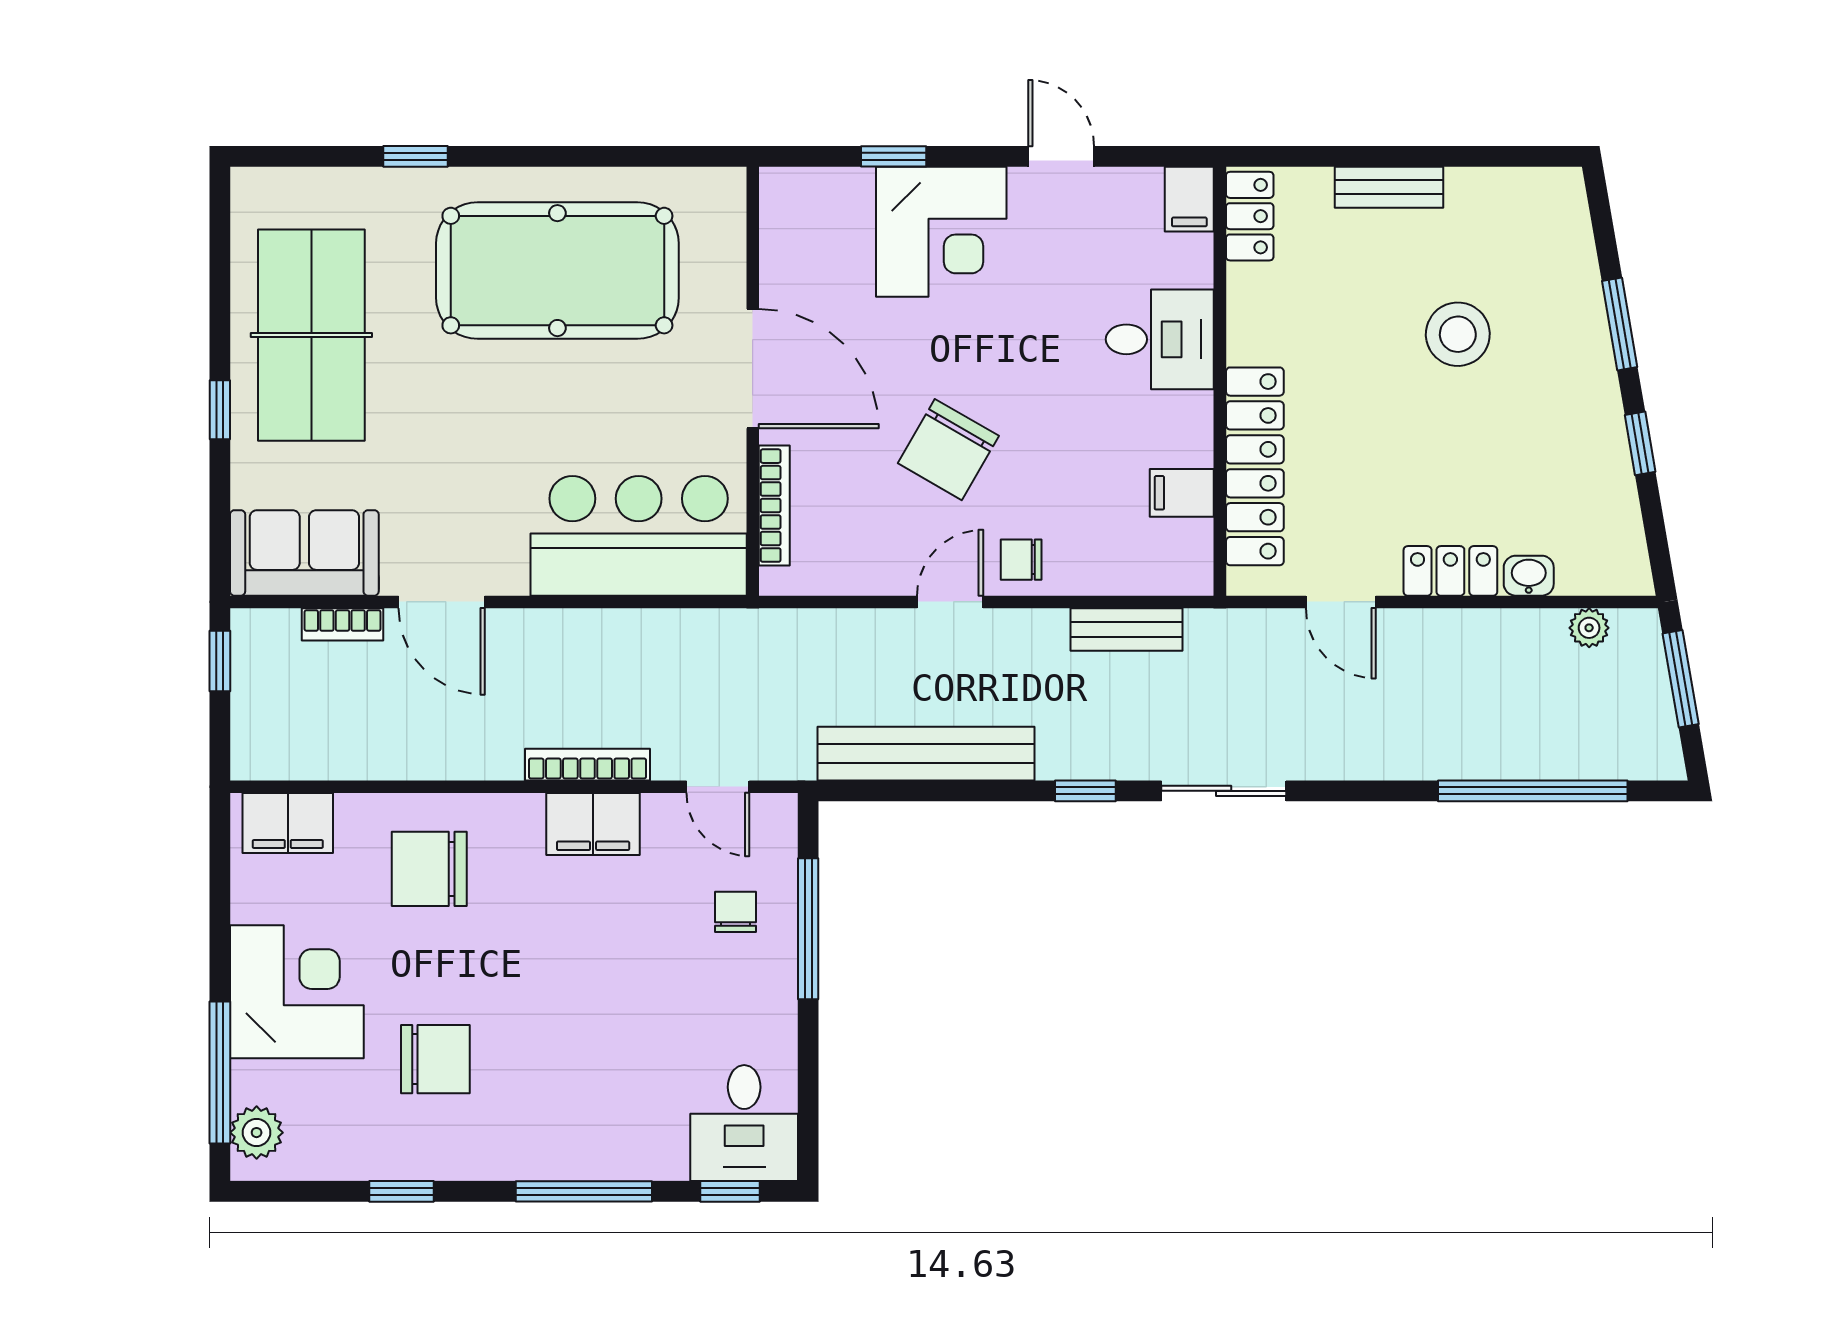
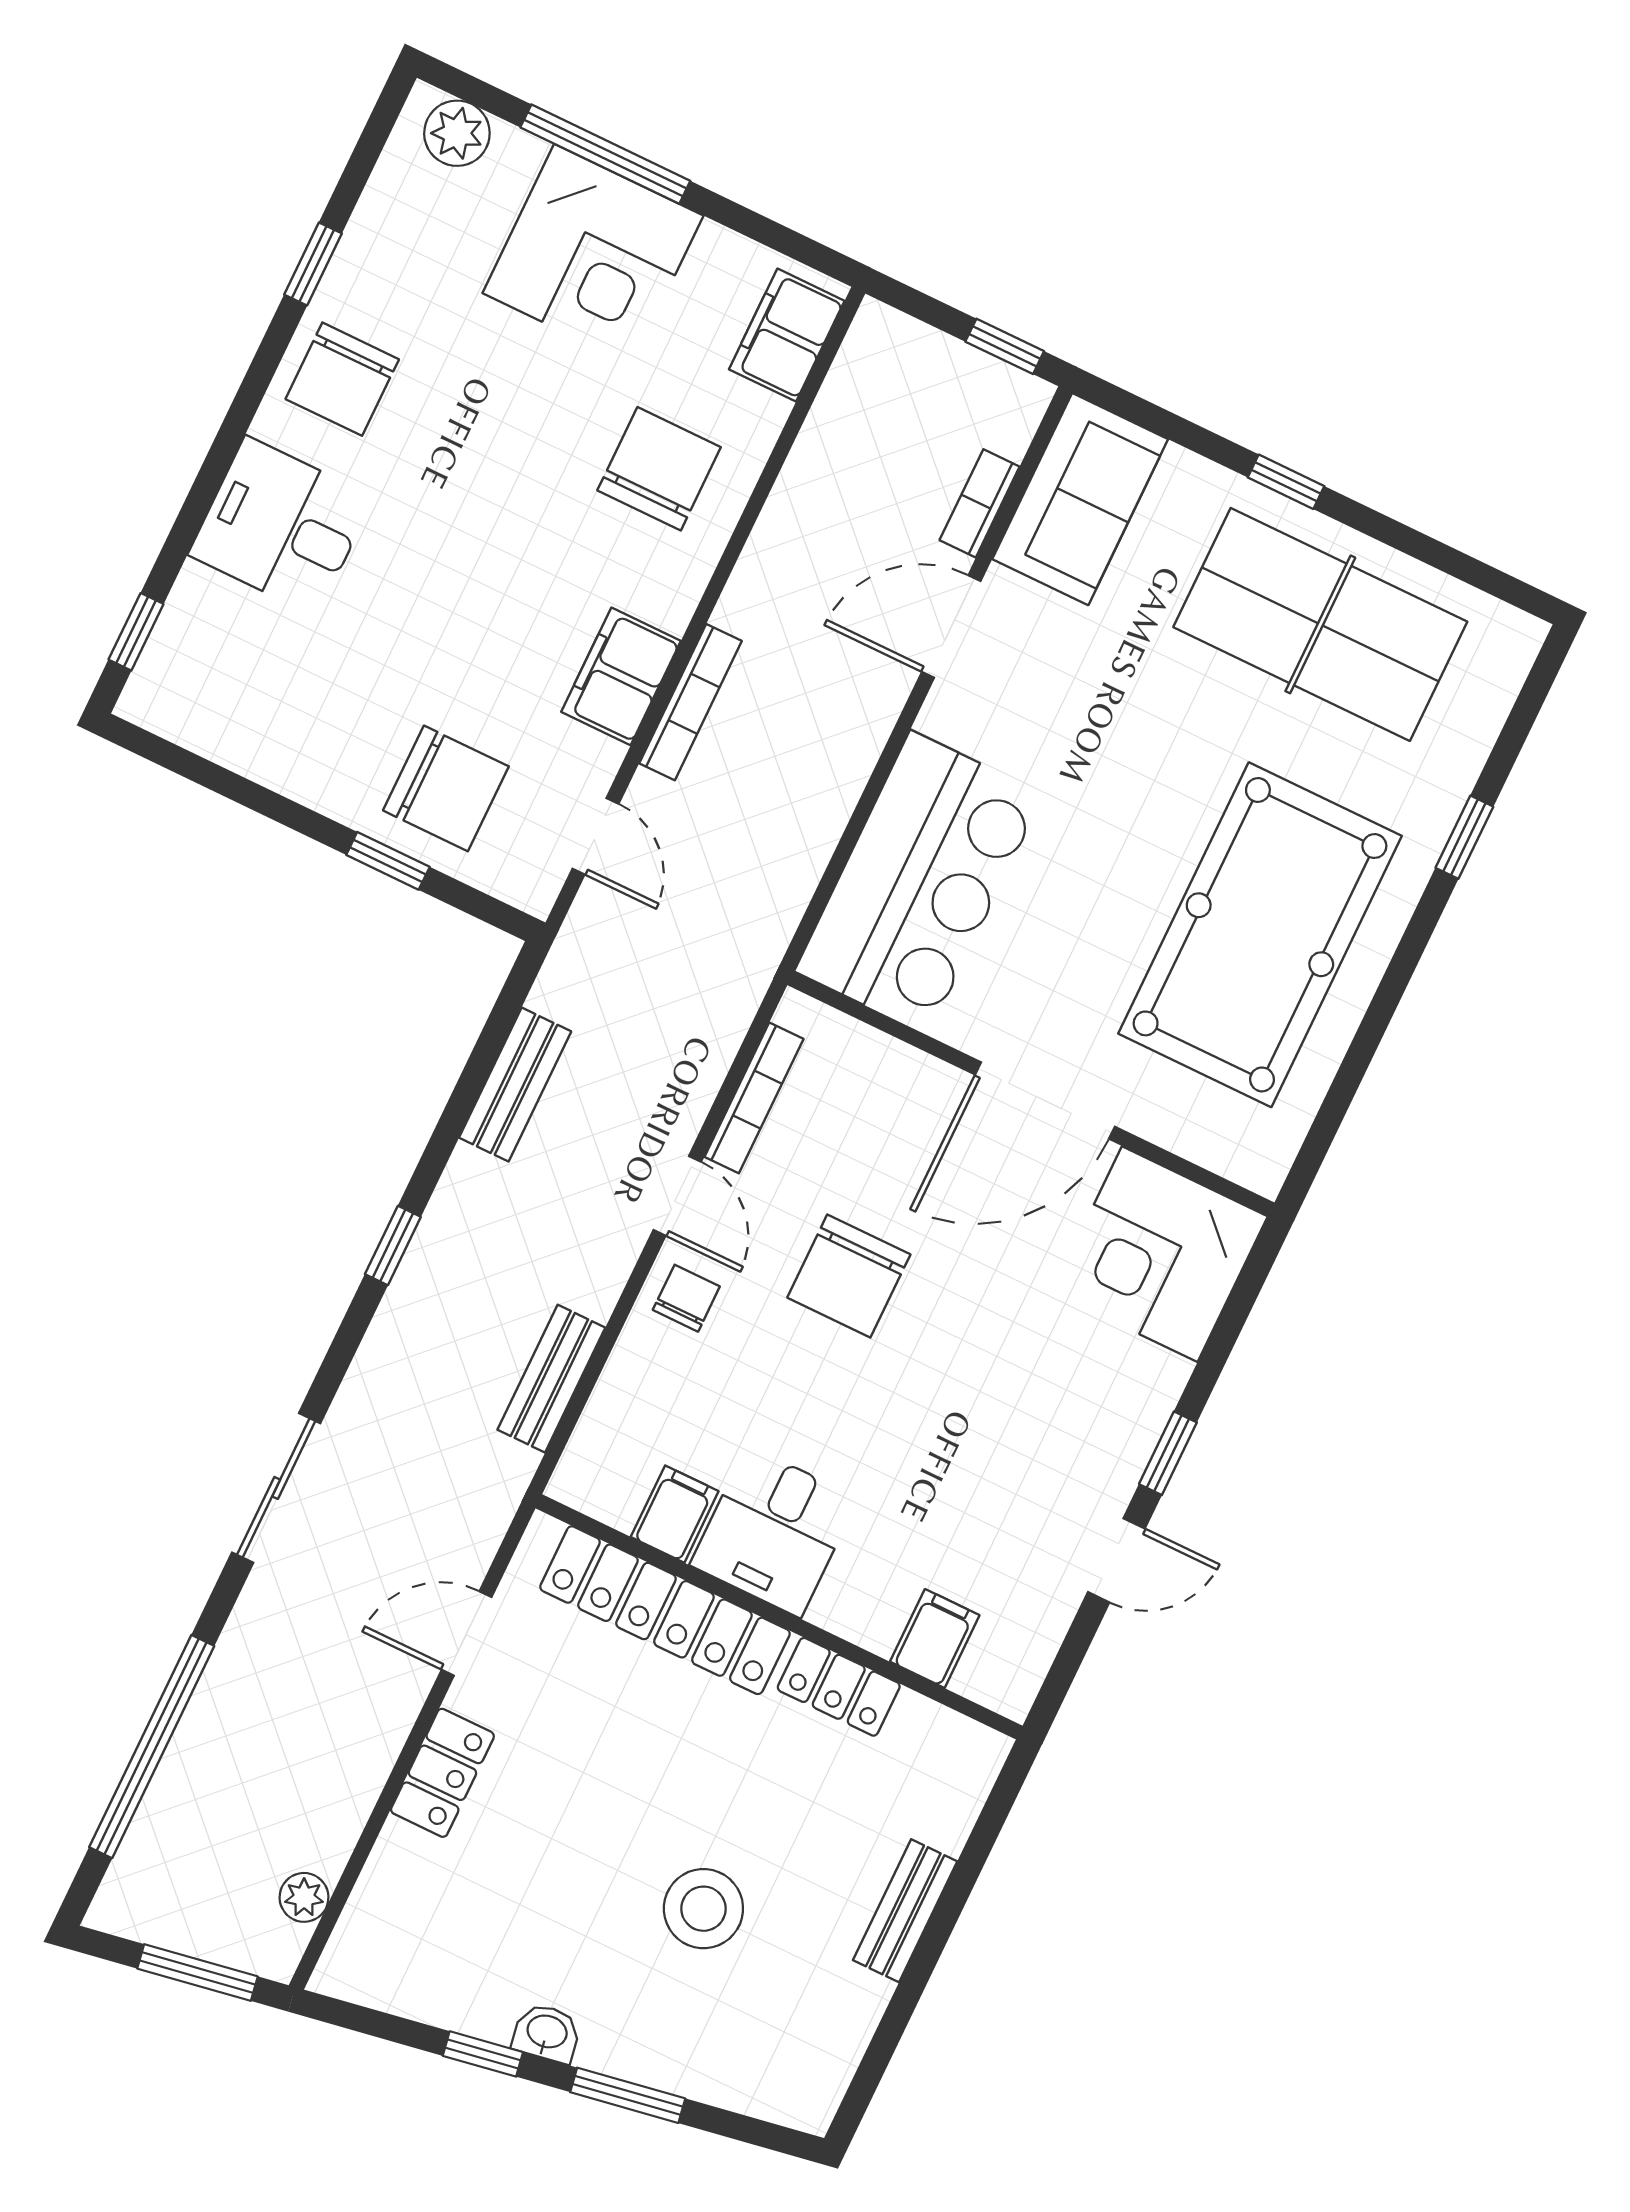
window: (894, 156) -> (1168, 1453), moved
filing cabinet: (1189, 199) -> (935, 1638), moved, turned 90
locker: (1250, 216) -> (839, 1687), moved
corner desk: (941, 232) -> (1160, 1254), moved
desk: (1160, 339) -> (774, 1532), moved
chair: (948, 450) -> (849, 1276), turned -120
bookcase: (774, 506) -> (754, 1098), moved, turned -90
washbasin: (1529, 576) -> (547, 2033), moved, turned -100
bench: (926, 754) -> (515, 1085), width x0.54, depth x0.82
door: (718, 787) -> (595, 836), swing flipped
sliding door: (1224, 791) -> (276, 1488), moved
chair: (735, 912) -> (446, 788), width x1.87, depth x1.87
window: (808, 929) -> (388, 861), width x0.46
chair: (435, 1059) -> (342, 379), moved
window: (220, 1073) -> (605, 154), moved
desk: (744, 1123) -> (281, 526), moved
window: (584, 1191) -> (215, 468), removed

